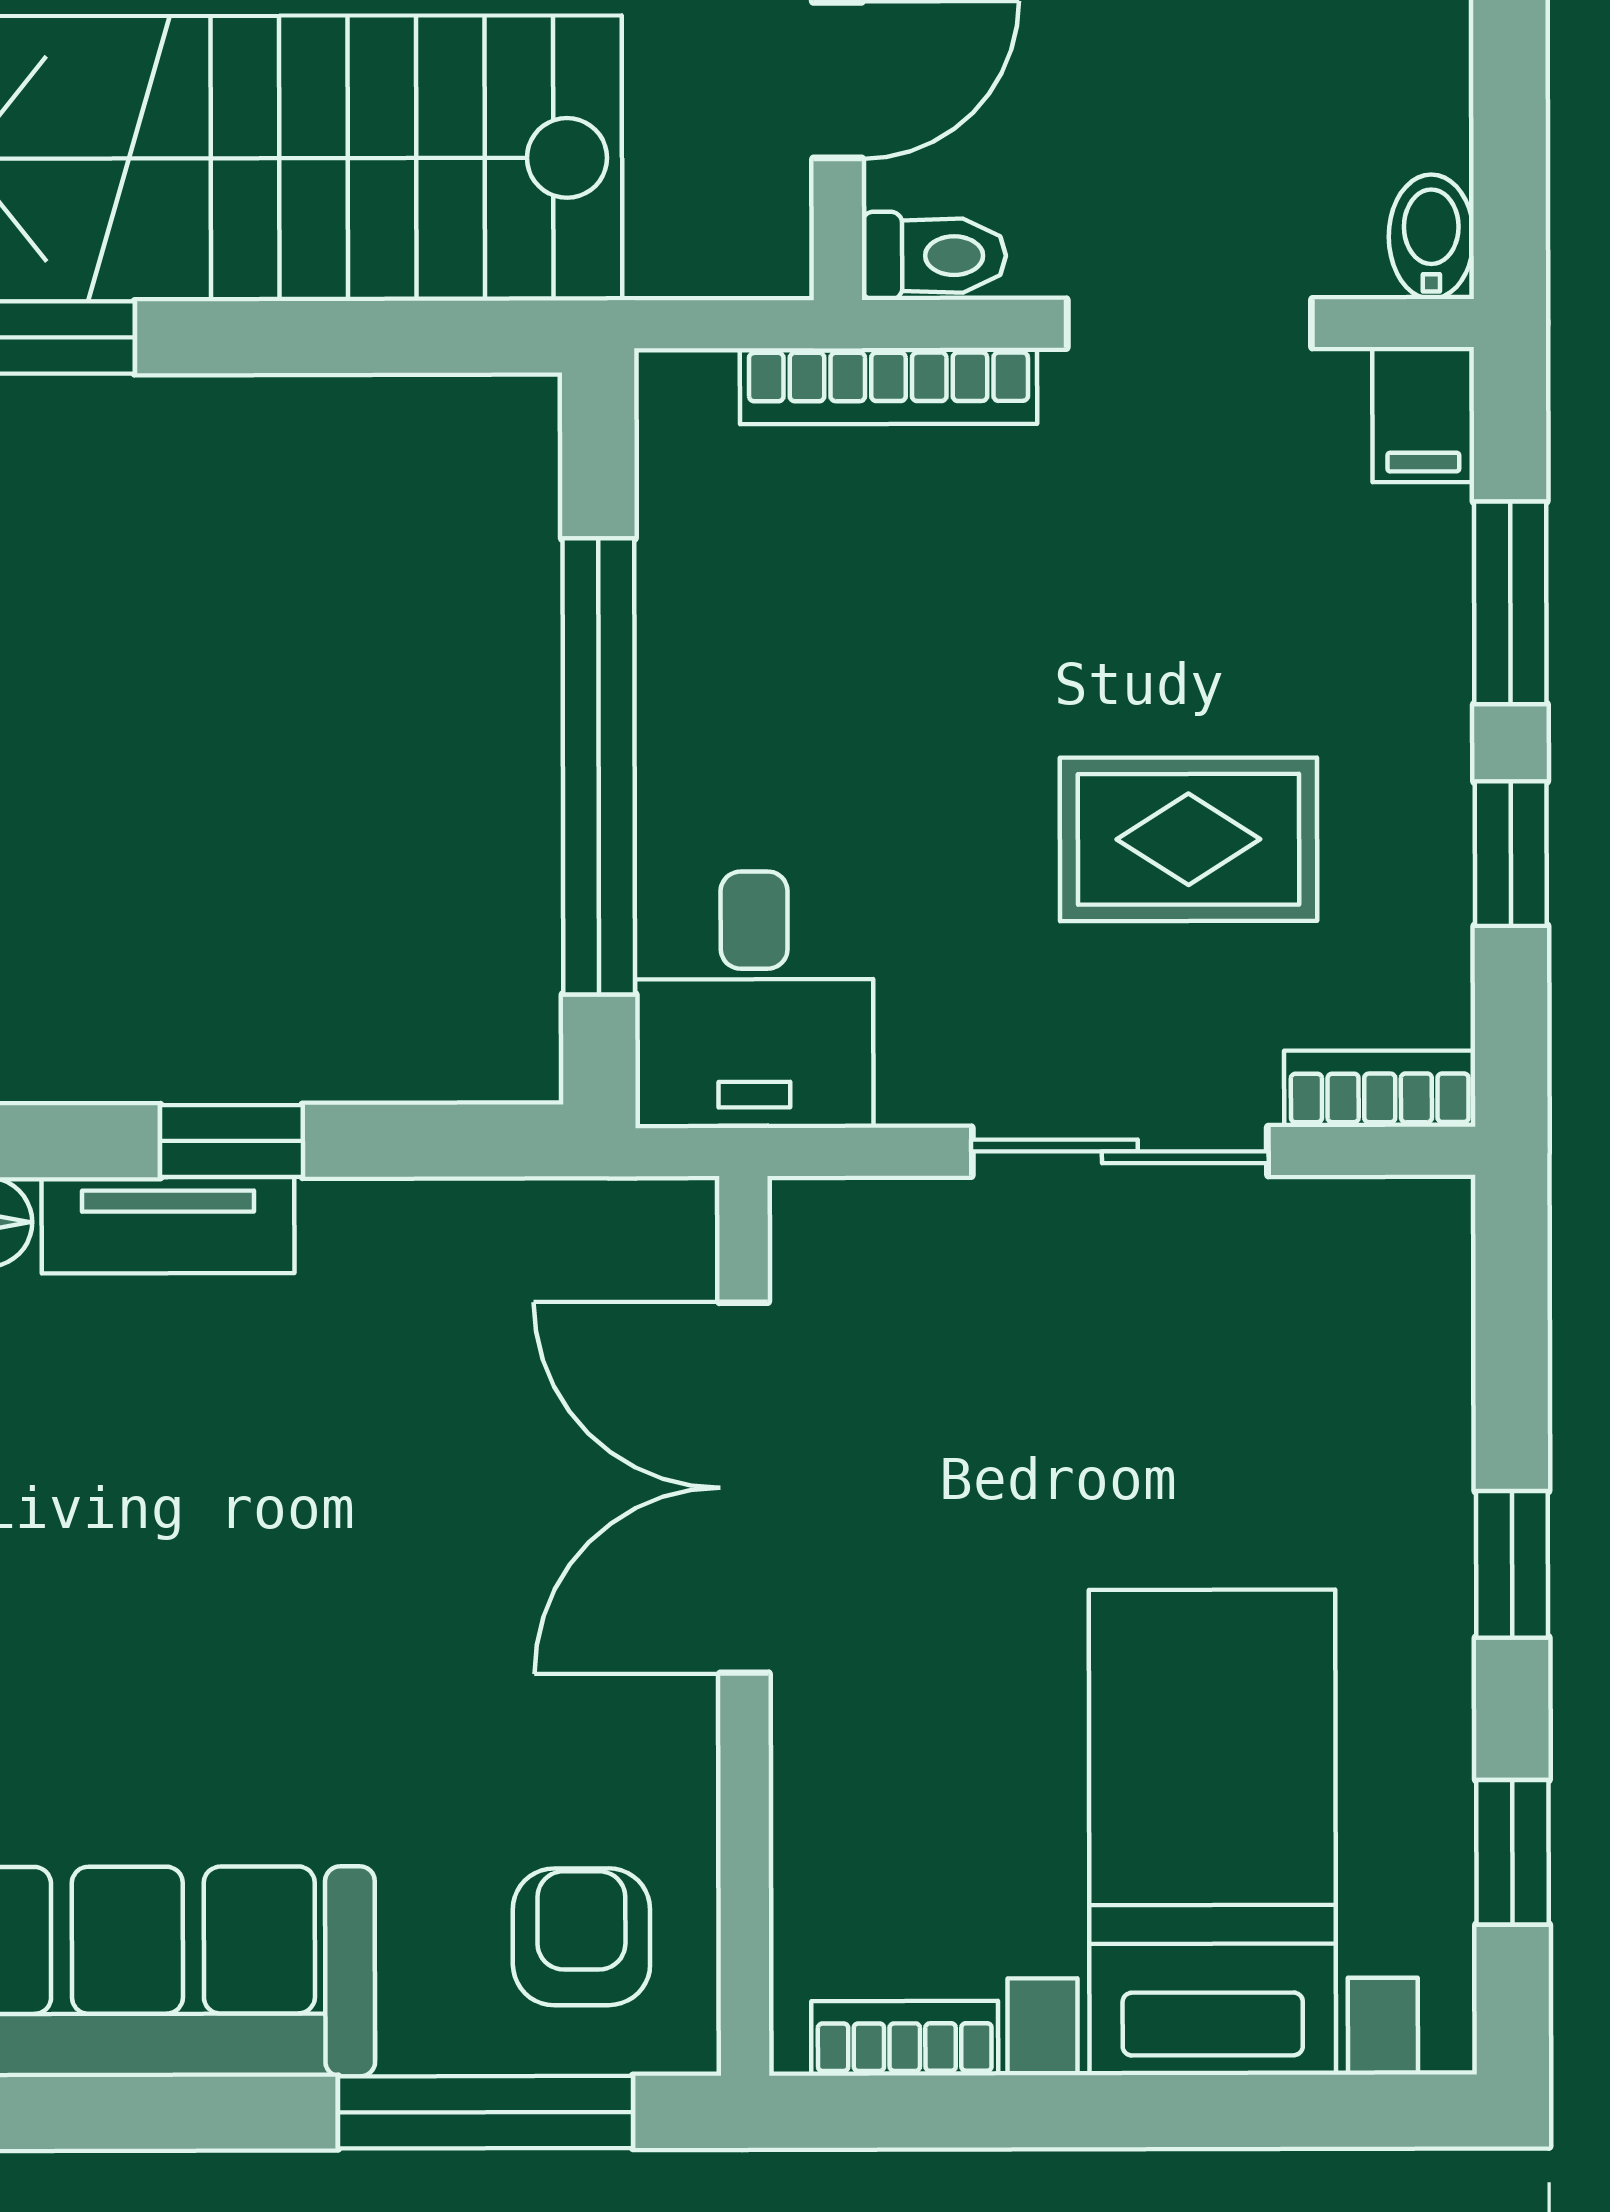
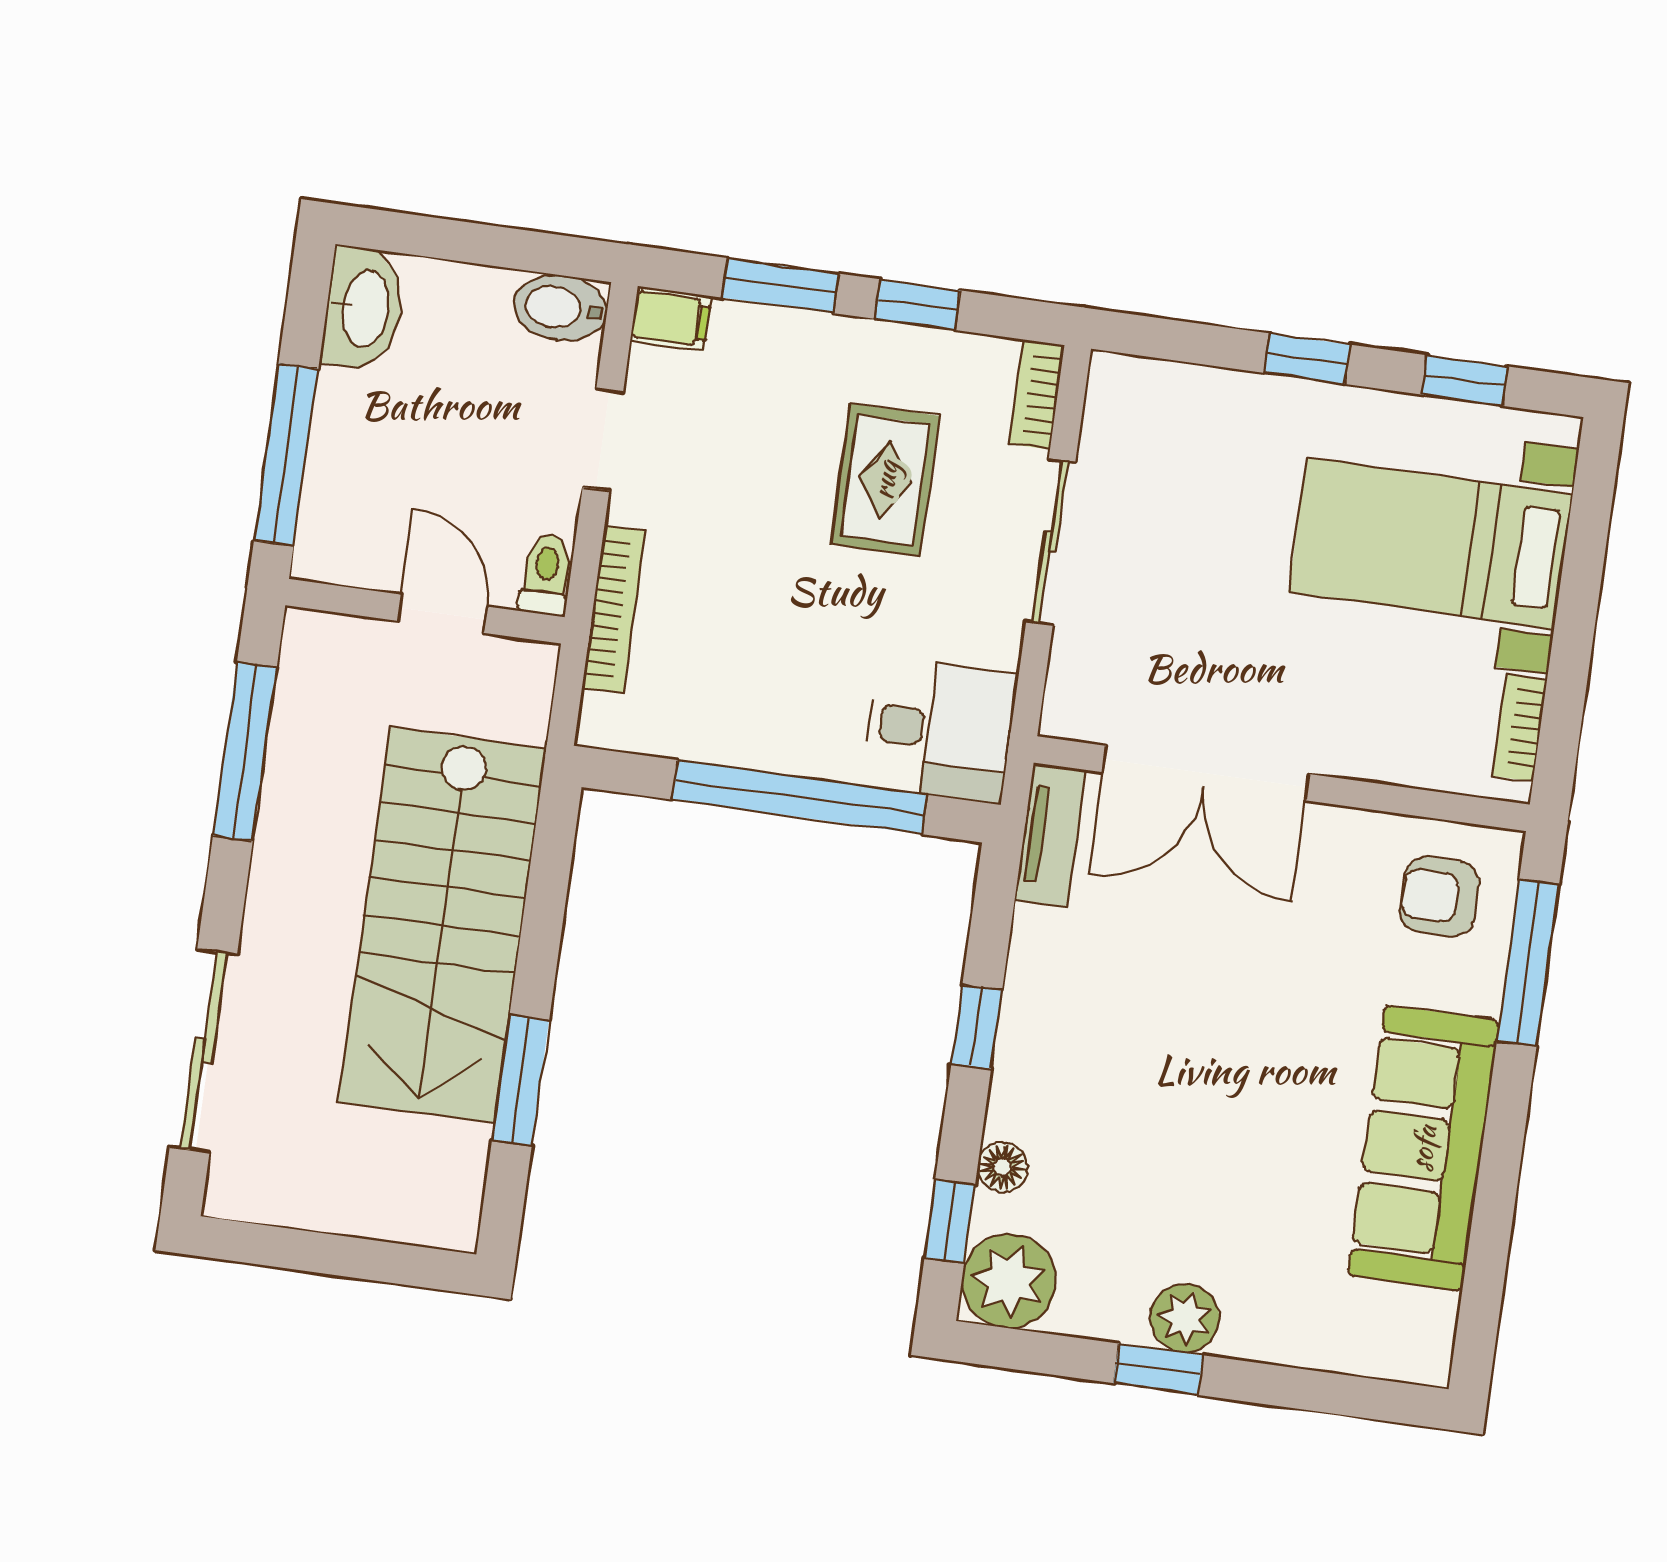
bidet: (1431, 237) -> (560, 308), width x1.38, depth x1.36
doorway: (1189, 323) -> (603, 440), width x0.73
tv unit: (168, 1225) -> (1050, 835), moved

